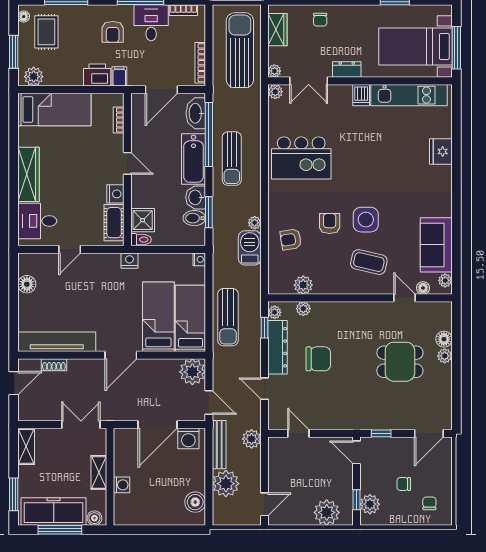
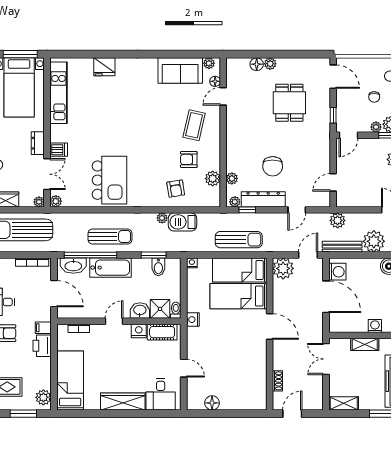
dishwasher: (361, 95) -> (59, 150), moved
washbasin: (196, 197) -> (140, 310), moved, turned 180
side table: (366, 220) -> (160, 128), removed
armchair: (330, 223) -> (189, 159), moved
tv unit: (57, 342) -> (259, 379), removed
chair: (318, 359) -> (273, 166), turned 180
dining table: (400, 362) -> (289, 103), moved
door: (14, 383) -> (292, 414), hinge flipped
plant: (367, 486) -> (376, 127), added

